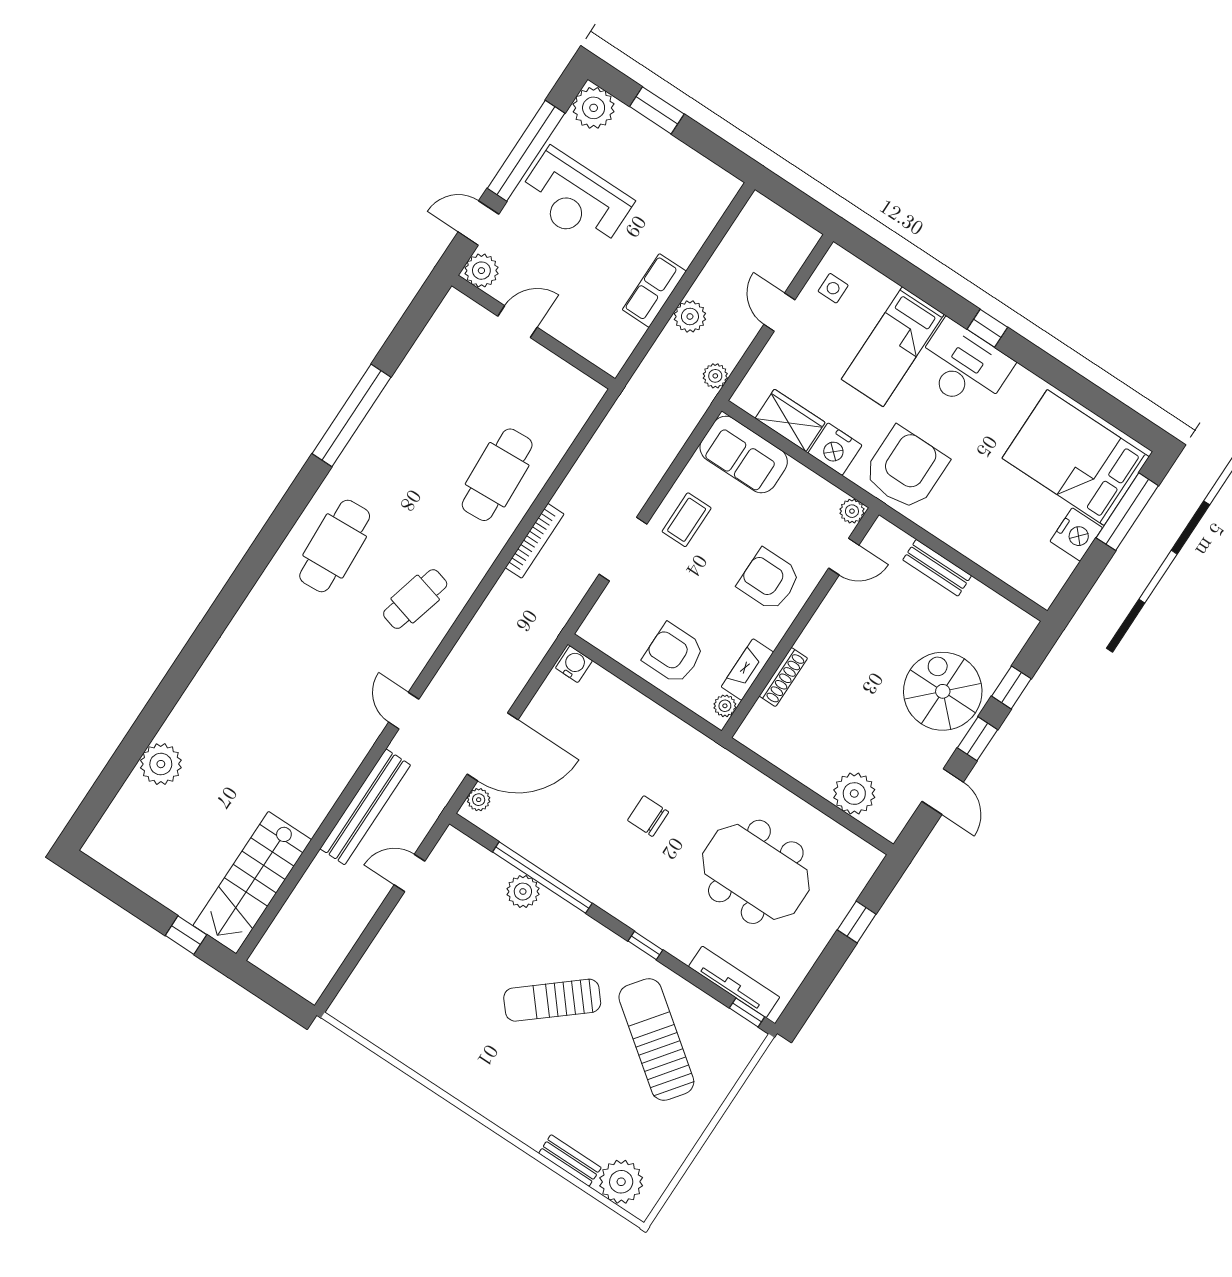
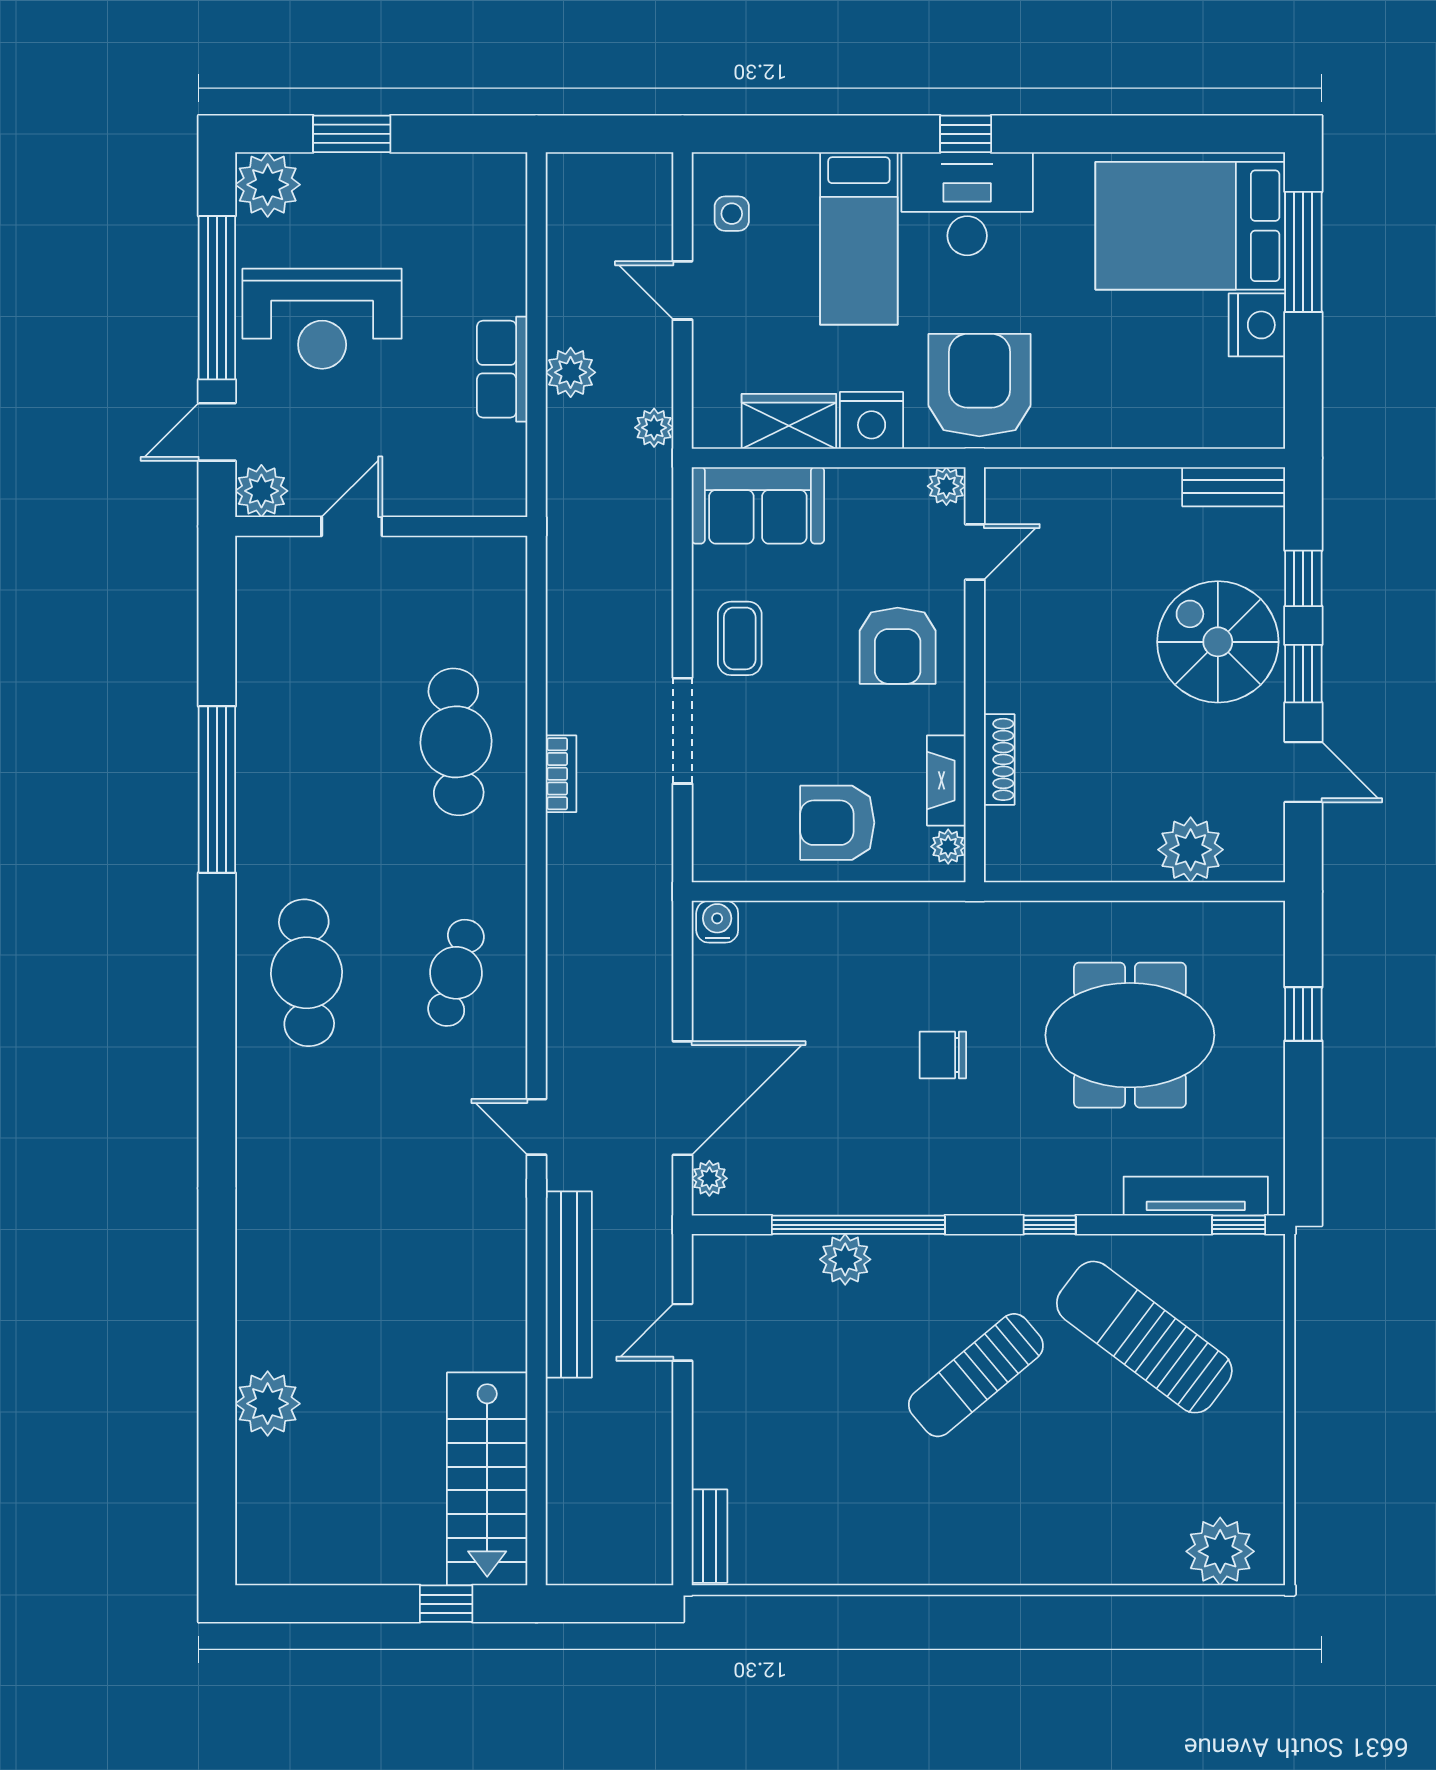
bookcase: (535, 541) -> (561, 774), width x0.64
bench: (937, 568) -> (1234, 487), moved
armchair: (769, 580) -> (898, 646), turned -90
bench: (570, 1160) -> (710, 1536), moved, turned 90

